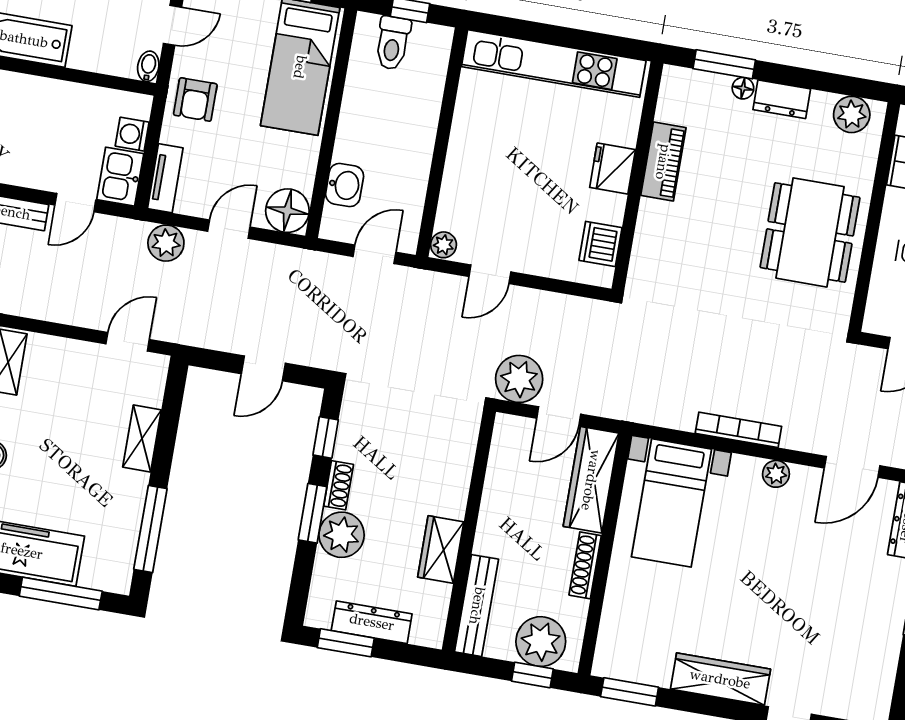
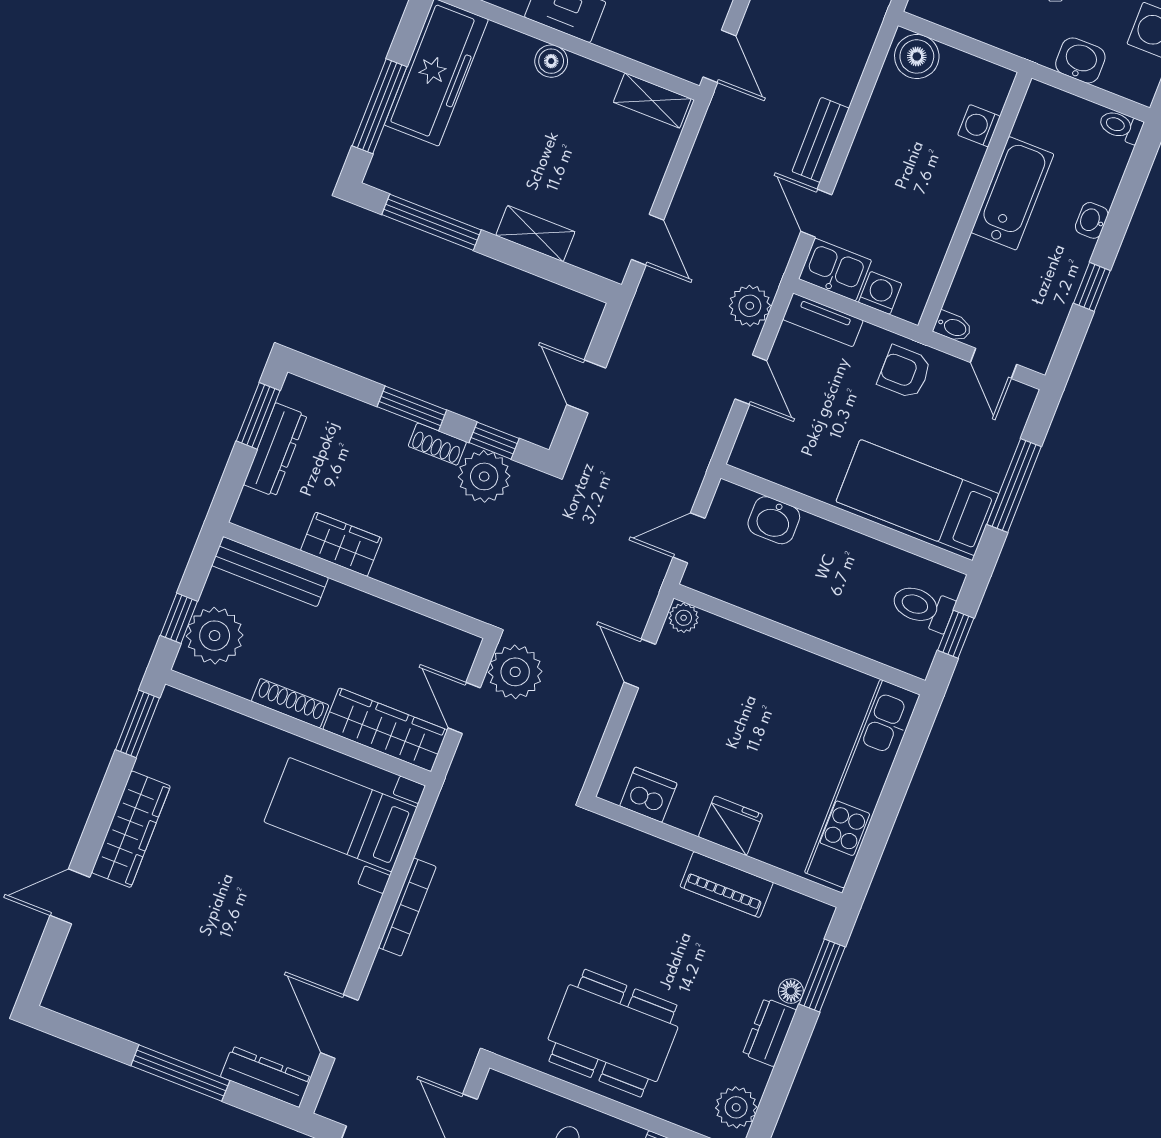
floor lamp: (287, 211) -> (758, 450), removed
door: (374, 254) -> (689, 538), swing flipped
plant: (776, 474) -> (349, 939), removed
plant: (342, 535) -> (484, 476), moved

